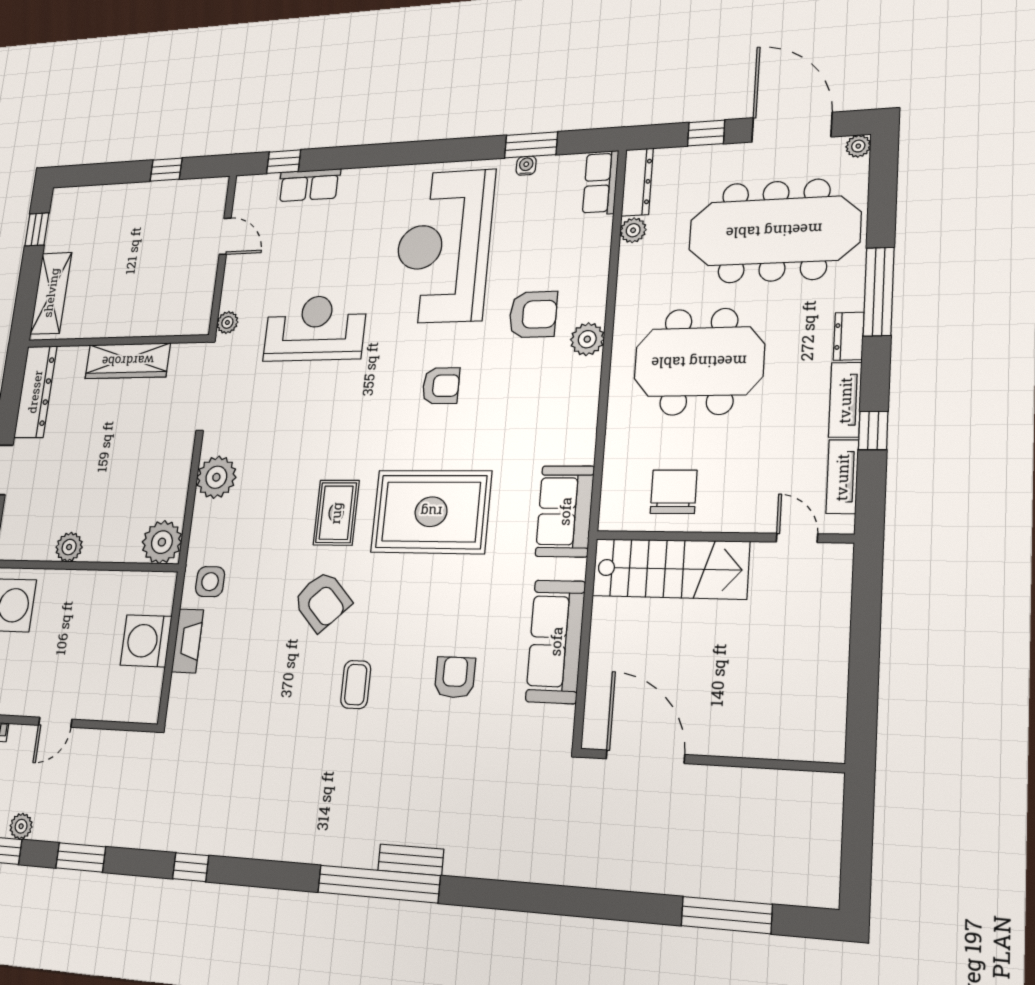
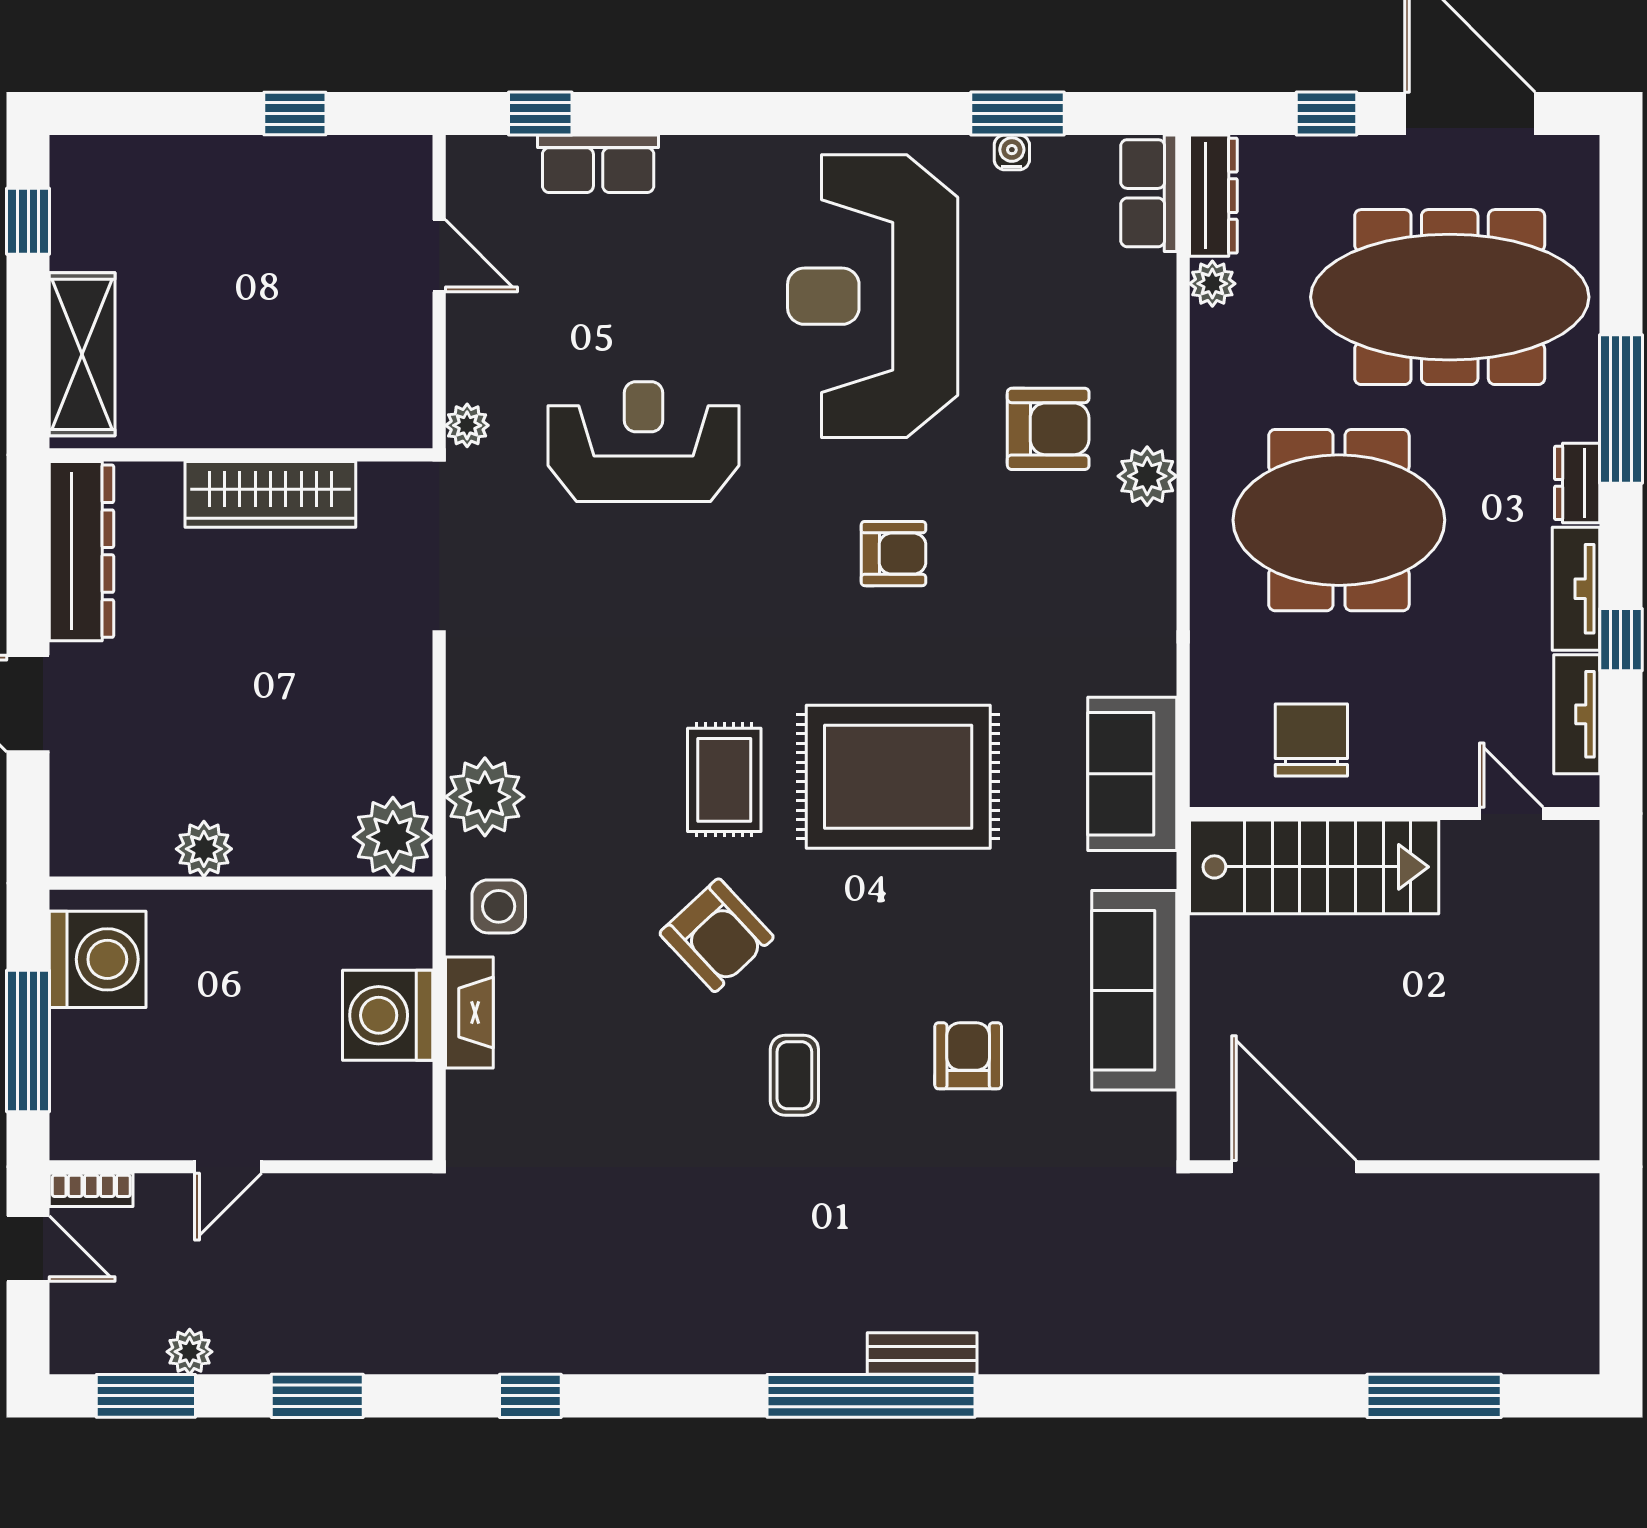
plant: (858, 146) -> (1579, 155), removed
plant: (216, 477) -> (485, 797), moved

